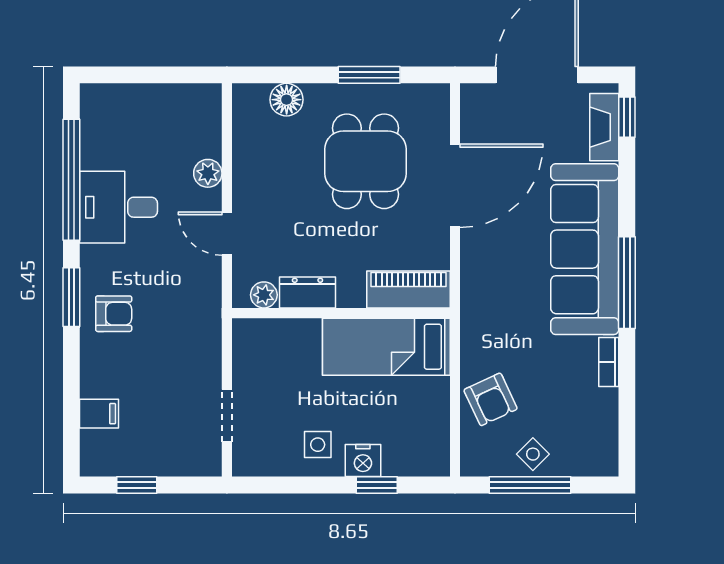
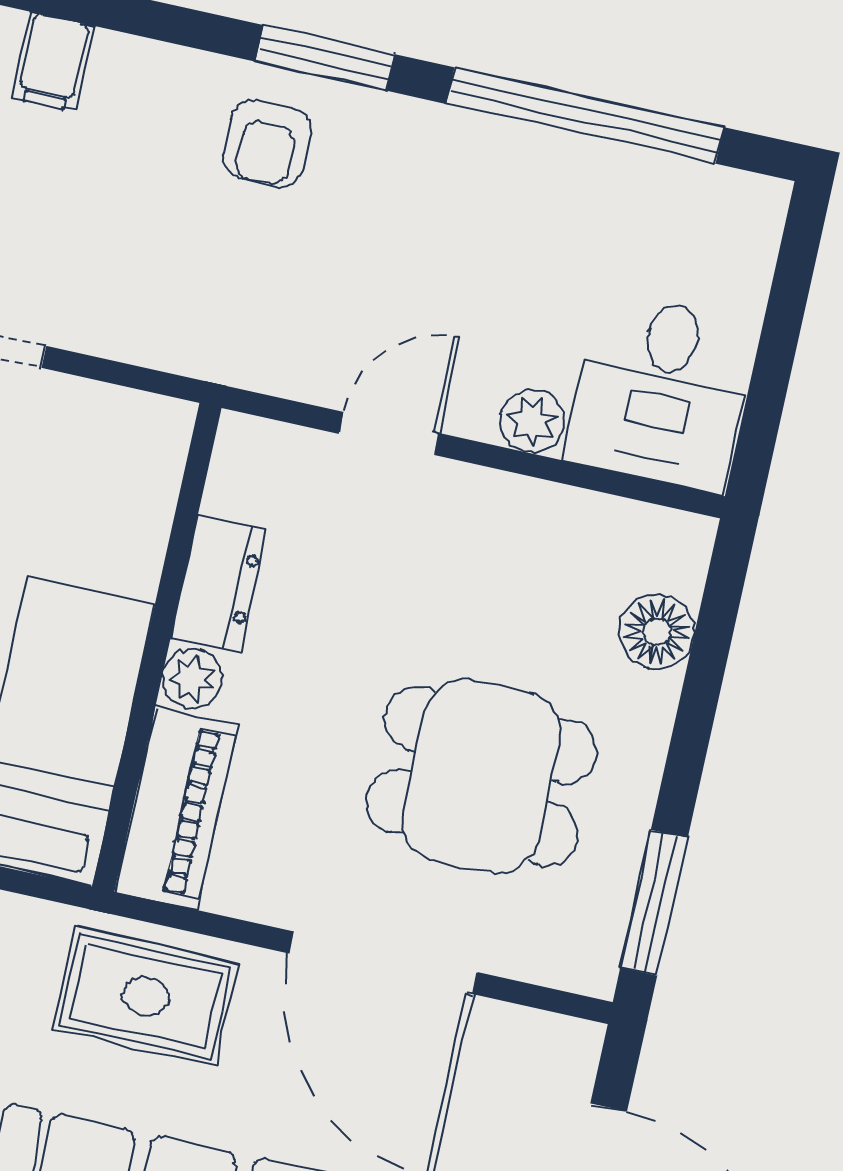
window: (369, 75) -> (654, 903), moved
desk: (118, 207) -> (661, 392), moved, turned 180
rug: (492, 285) -> (145, 996), added
plant: (264, 295) -> (192, 679), moved

